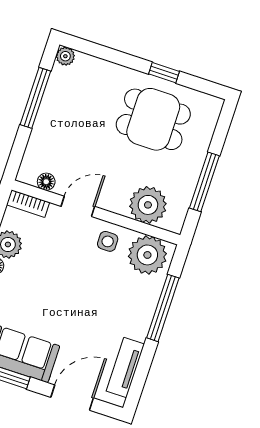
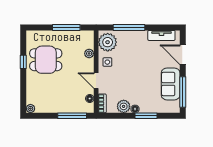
window: (35, 98) -> (72, 116), moved
dining table: (153, 119) -> (46, 60), turned 90
plant: (148, 205) -> (89, 53), width x0.53, depth x0.53

